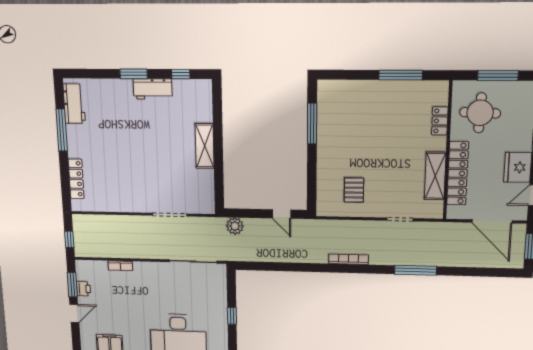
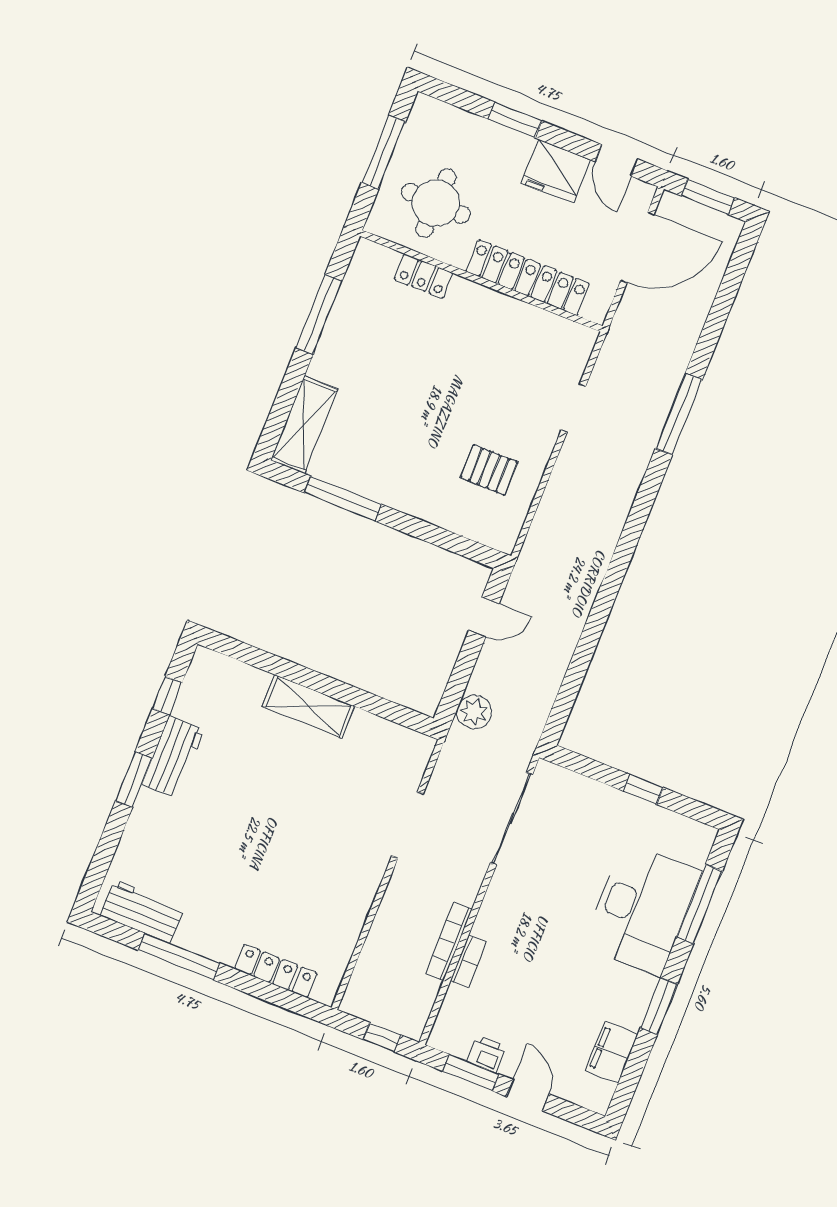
shelving: (435, 176) -> (304, 425), moved, turned 90
bookcase: (349, 259) -> (449, 941), moved

